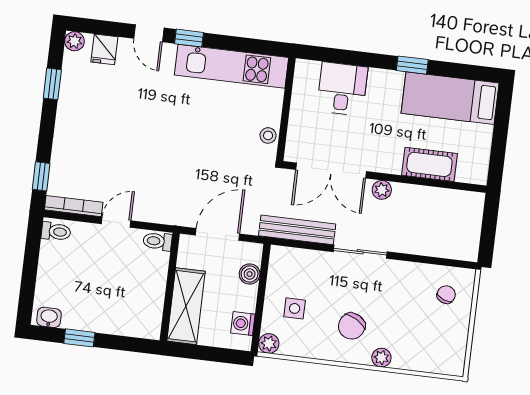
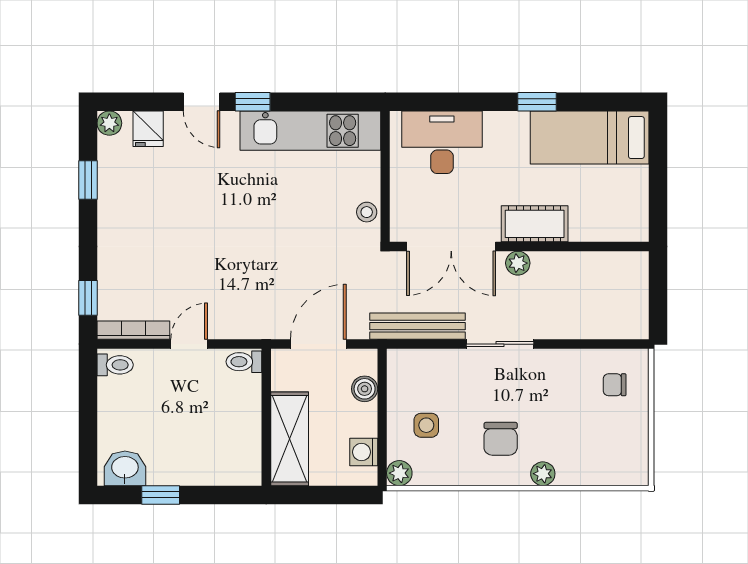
desk: (342, 89) -> (442, 142), width x1.37
cot: (429, 164) -> (535, 224), moved
chair: (446, 295) -> (615, 385), turned -112
washbasin: (49, 317) -> (125, 468), width x1.38, depth x1.45
chair: (352, 326) -> (501, 439), turned -30

